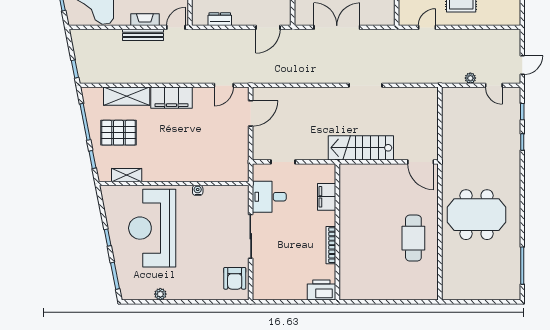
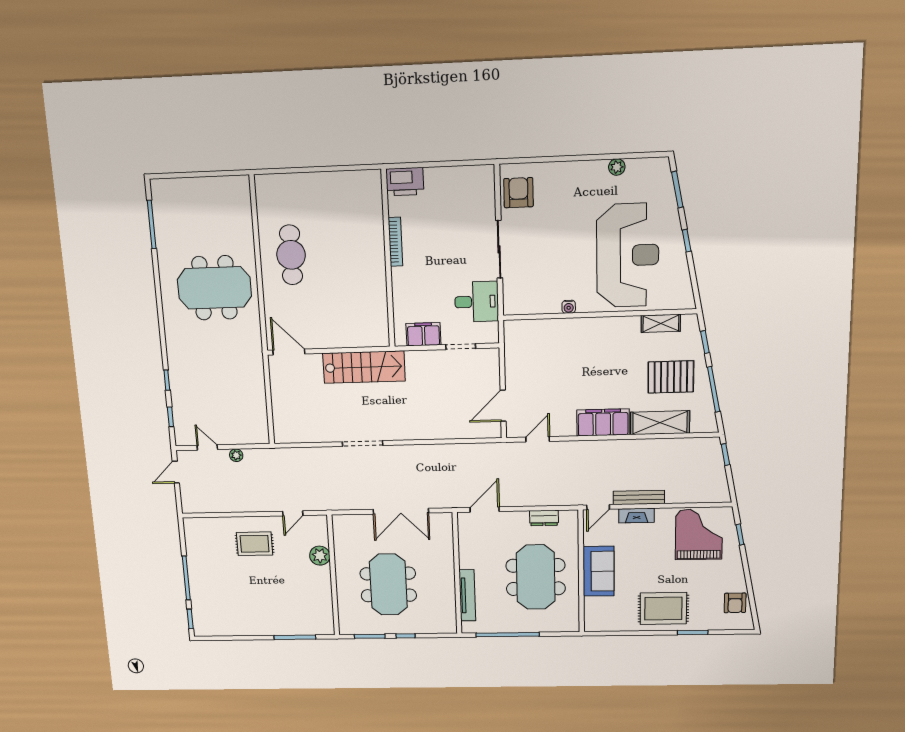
filing cabinet: (327, 197) -> (423, 334), moved, turned -90

